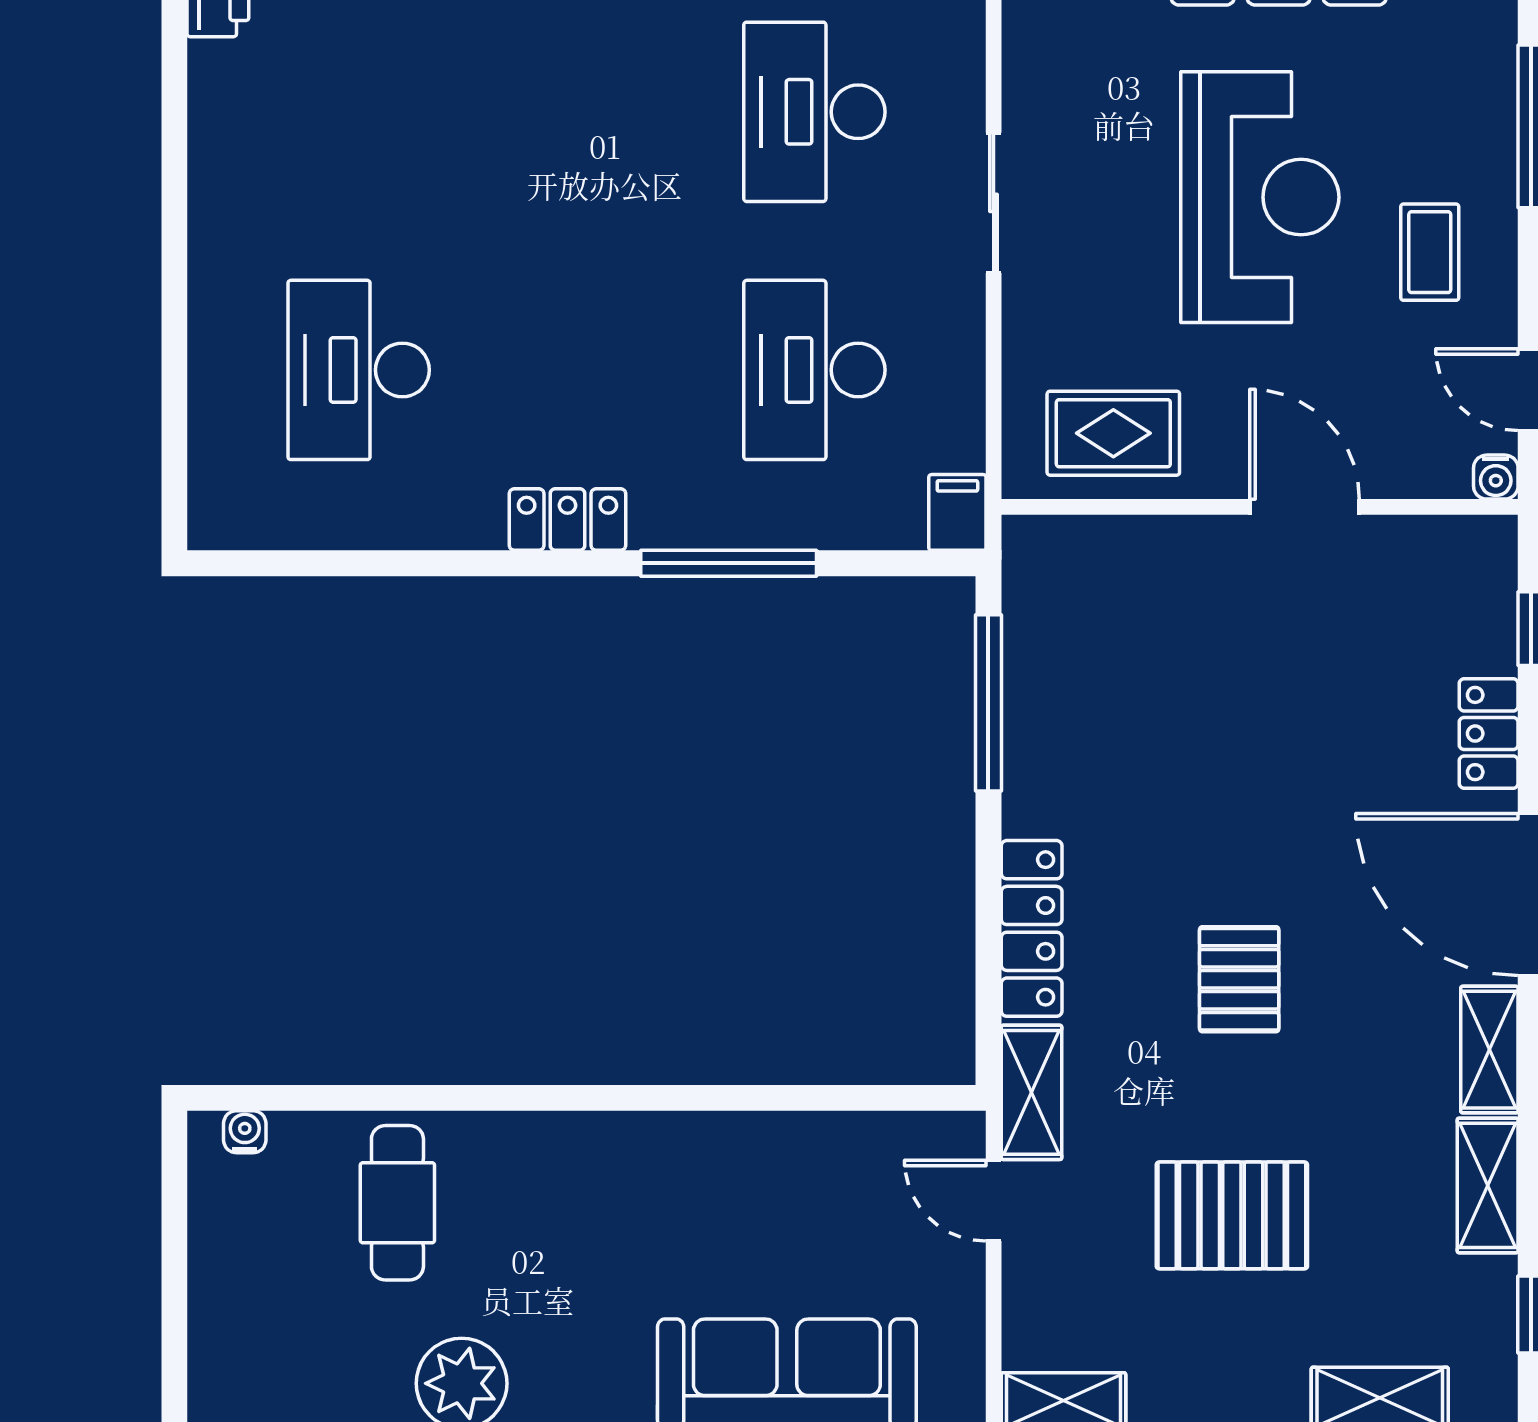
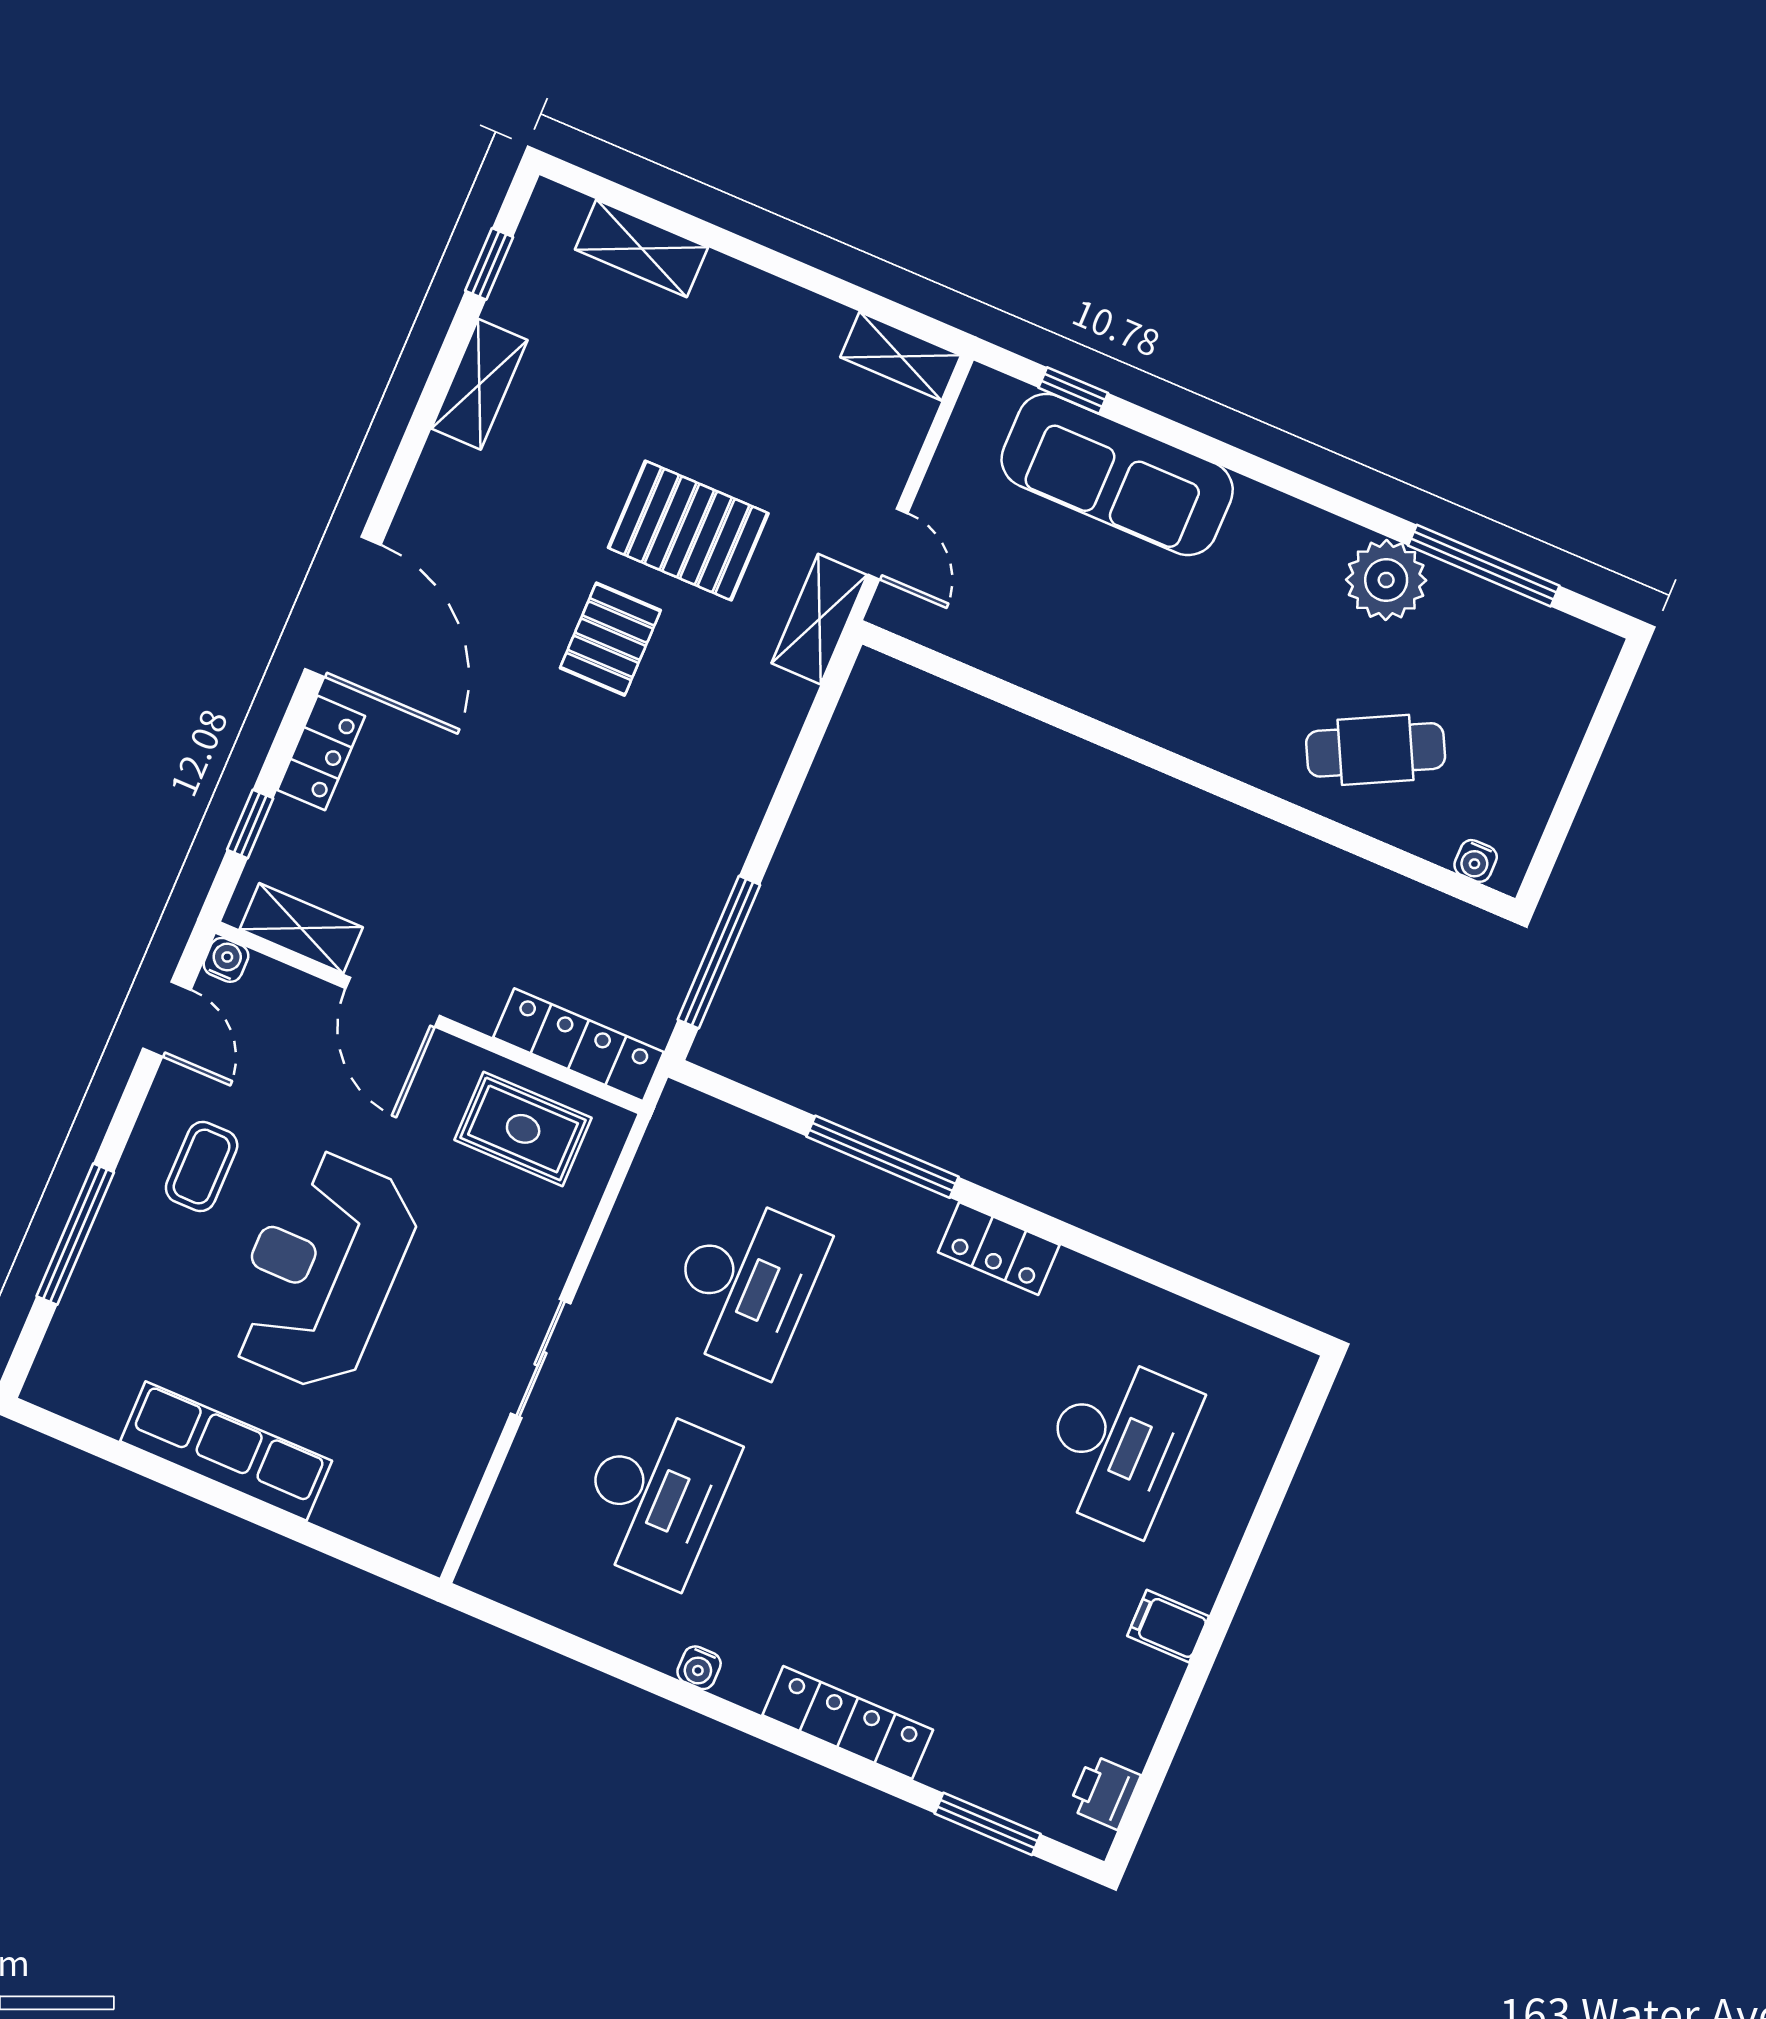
filing cabinet: (957, 512) -> (1168, 1626), moved, turned 90
locker: (1032, 928) -> (579, 1045), moved, turned 90
shelving: (1489, 1050) -> (301, 928), moved, turned 90
cafe table: (397, 1203) -> (1376, 750), turned 63
pallet: (1232, 1215) -> (688, 531), moved

